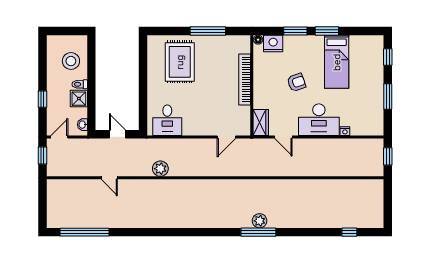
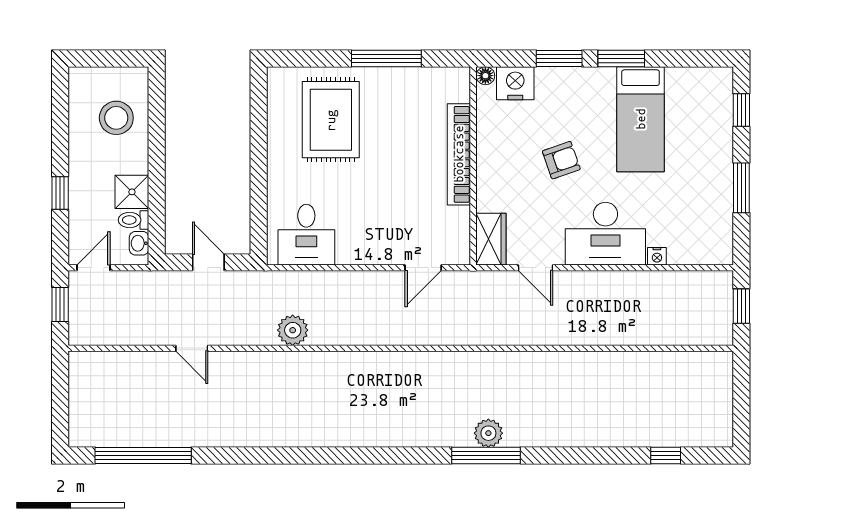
toilet: (80, 84) -> (134, 220), moved

